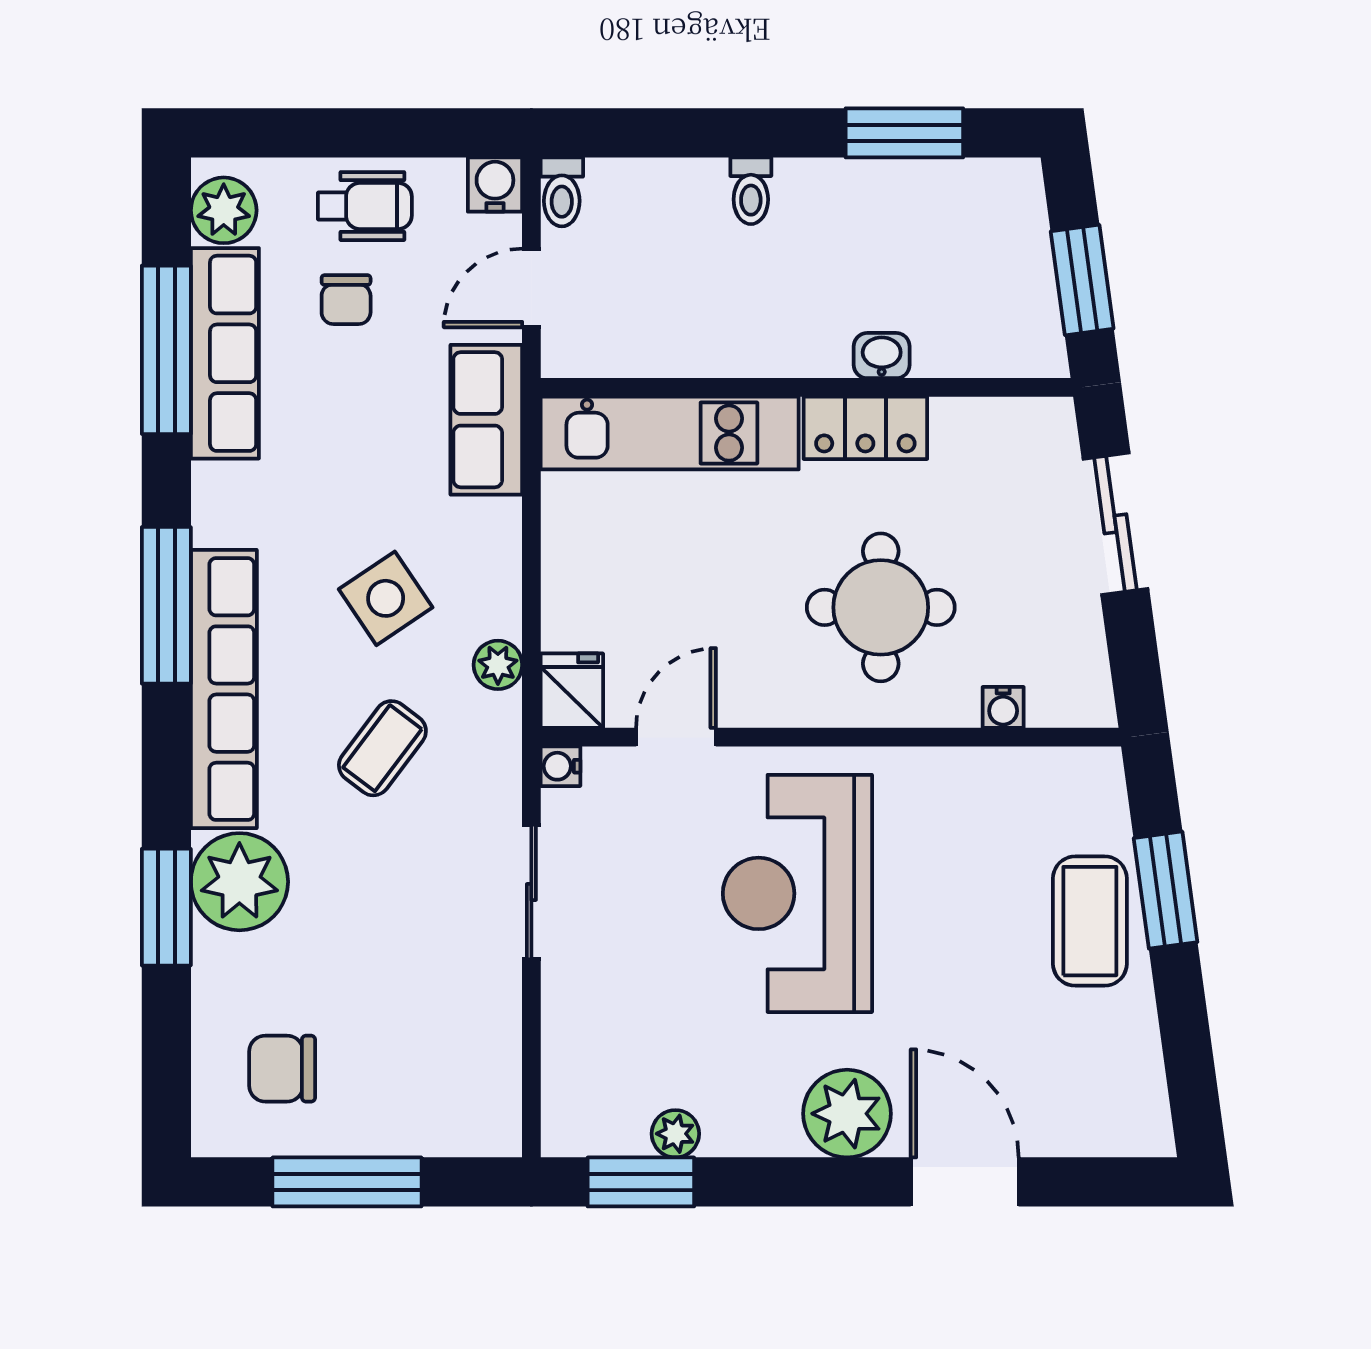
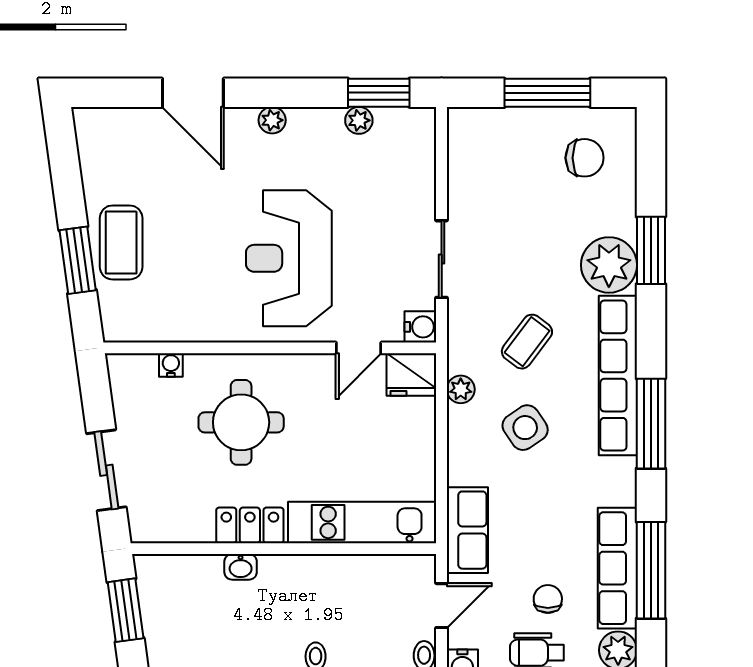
fridge: (572, 691) -> (411, 375), width x1.38
water cooler: (560, 766) -> (420, 327), width x1.38, depth x1.38
reception desk: (797, 893) -> (289, 258), turned 180
plant: (847, 1114) -> (272, 120), width x0.53, depth x0.53

